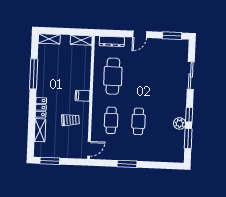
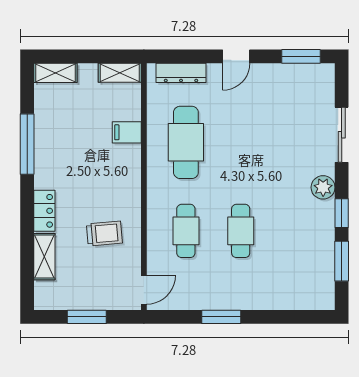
filing cabinet: (83, 96) -> (127, 132), moved
plant: (179, 123) -> (323, 187), moved
window: (50, 161) -> (87, 317), moved

